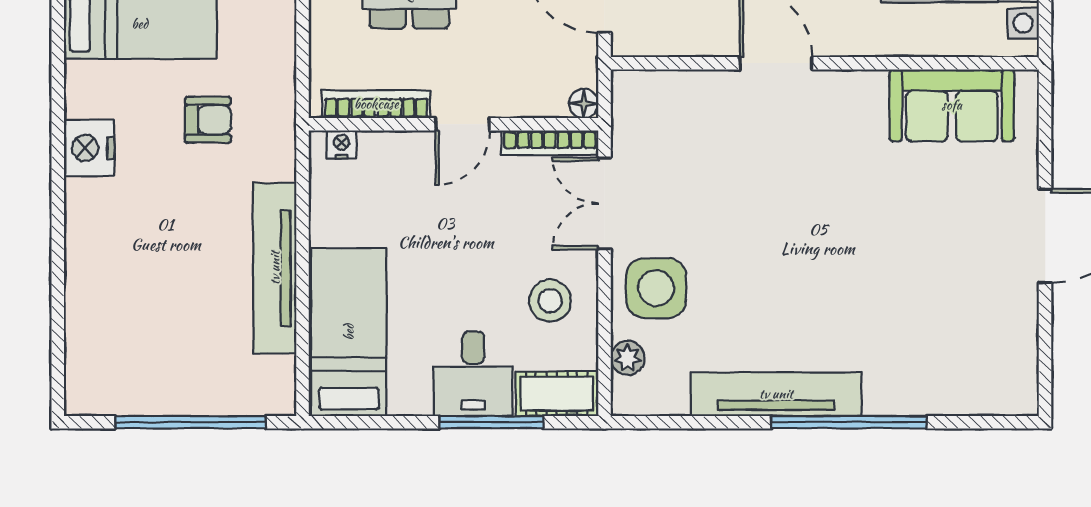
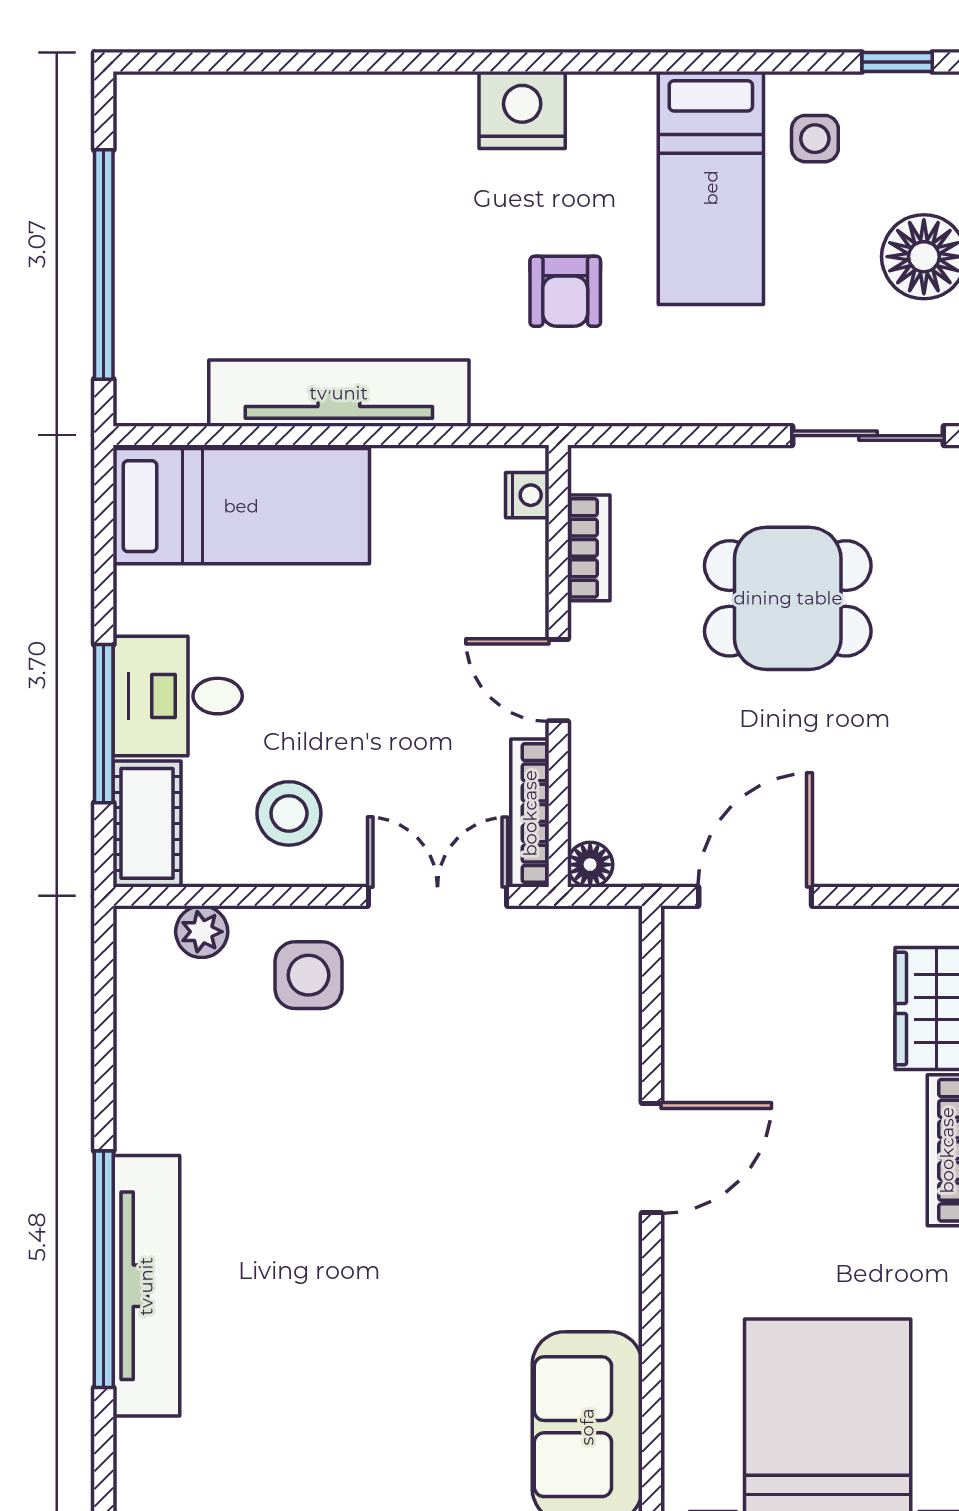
bookcase: (376, 104) -> (589, 548), width x0.64
side table: (656, 288) -> (308, 975), width x0.73, depth x0.73
tv unit: (776, 394) -> (146, 1286), moved

